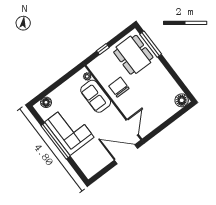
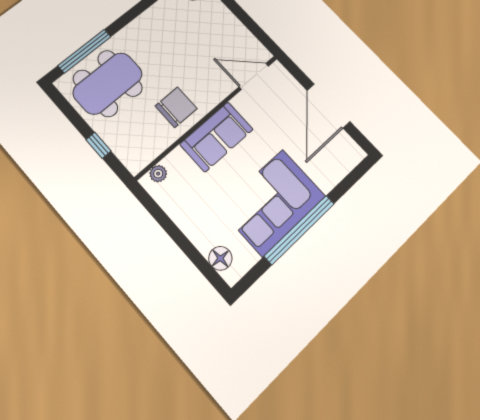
chair: (119, 87) -> (176, 107), turned 180
sofa: (96, 96) -> (217, 137), moved
door: (126, 154) -> (329, 106), moved

